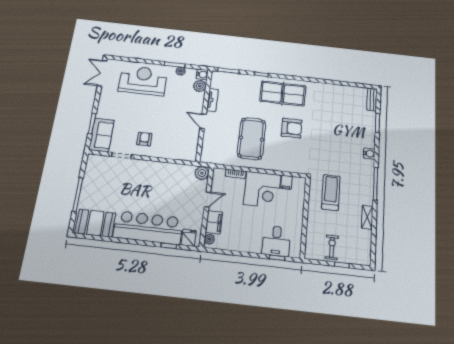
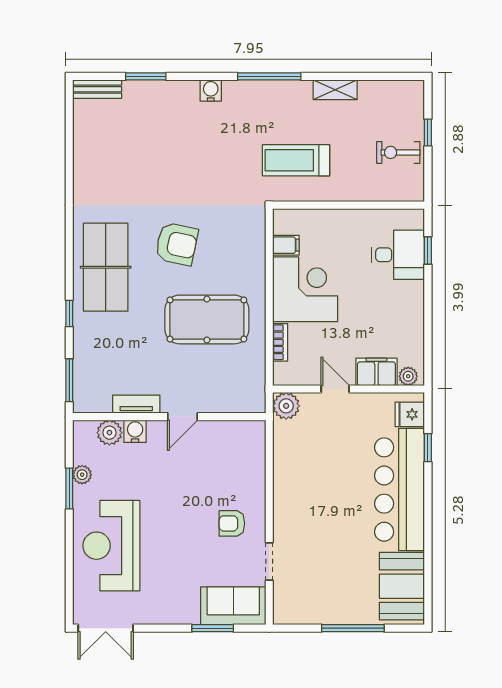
water cooler: (202, 74) -> (135, 431), moved
armchair: (292, 128) -> (176, 244), turned 102

